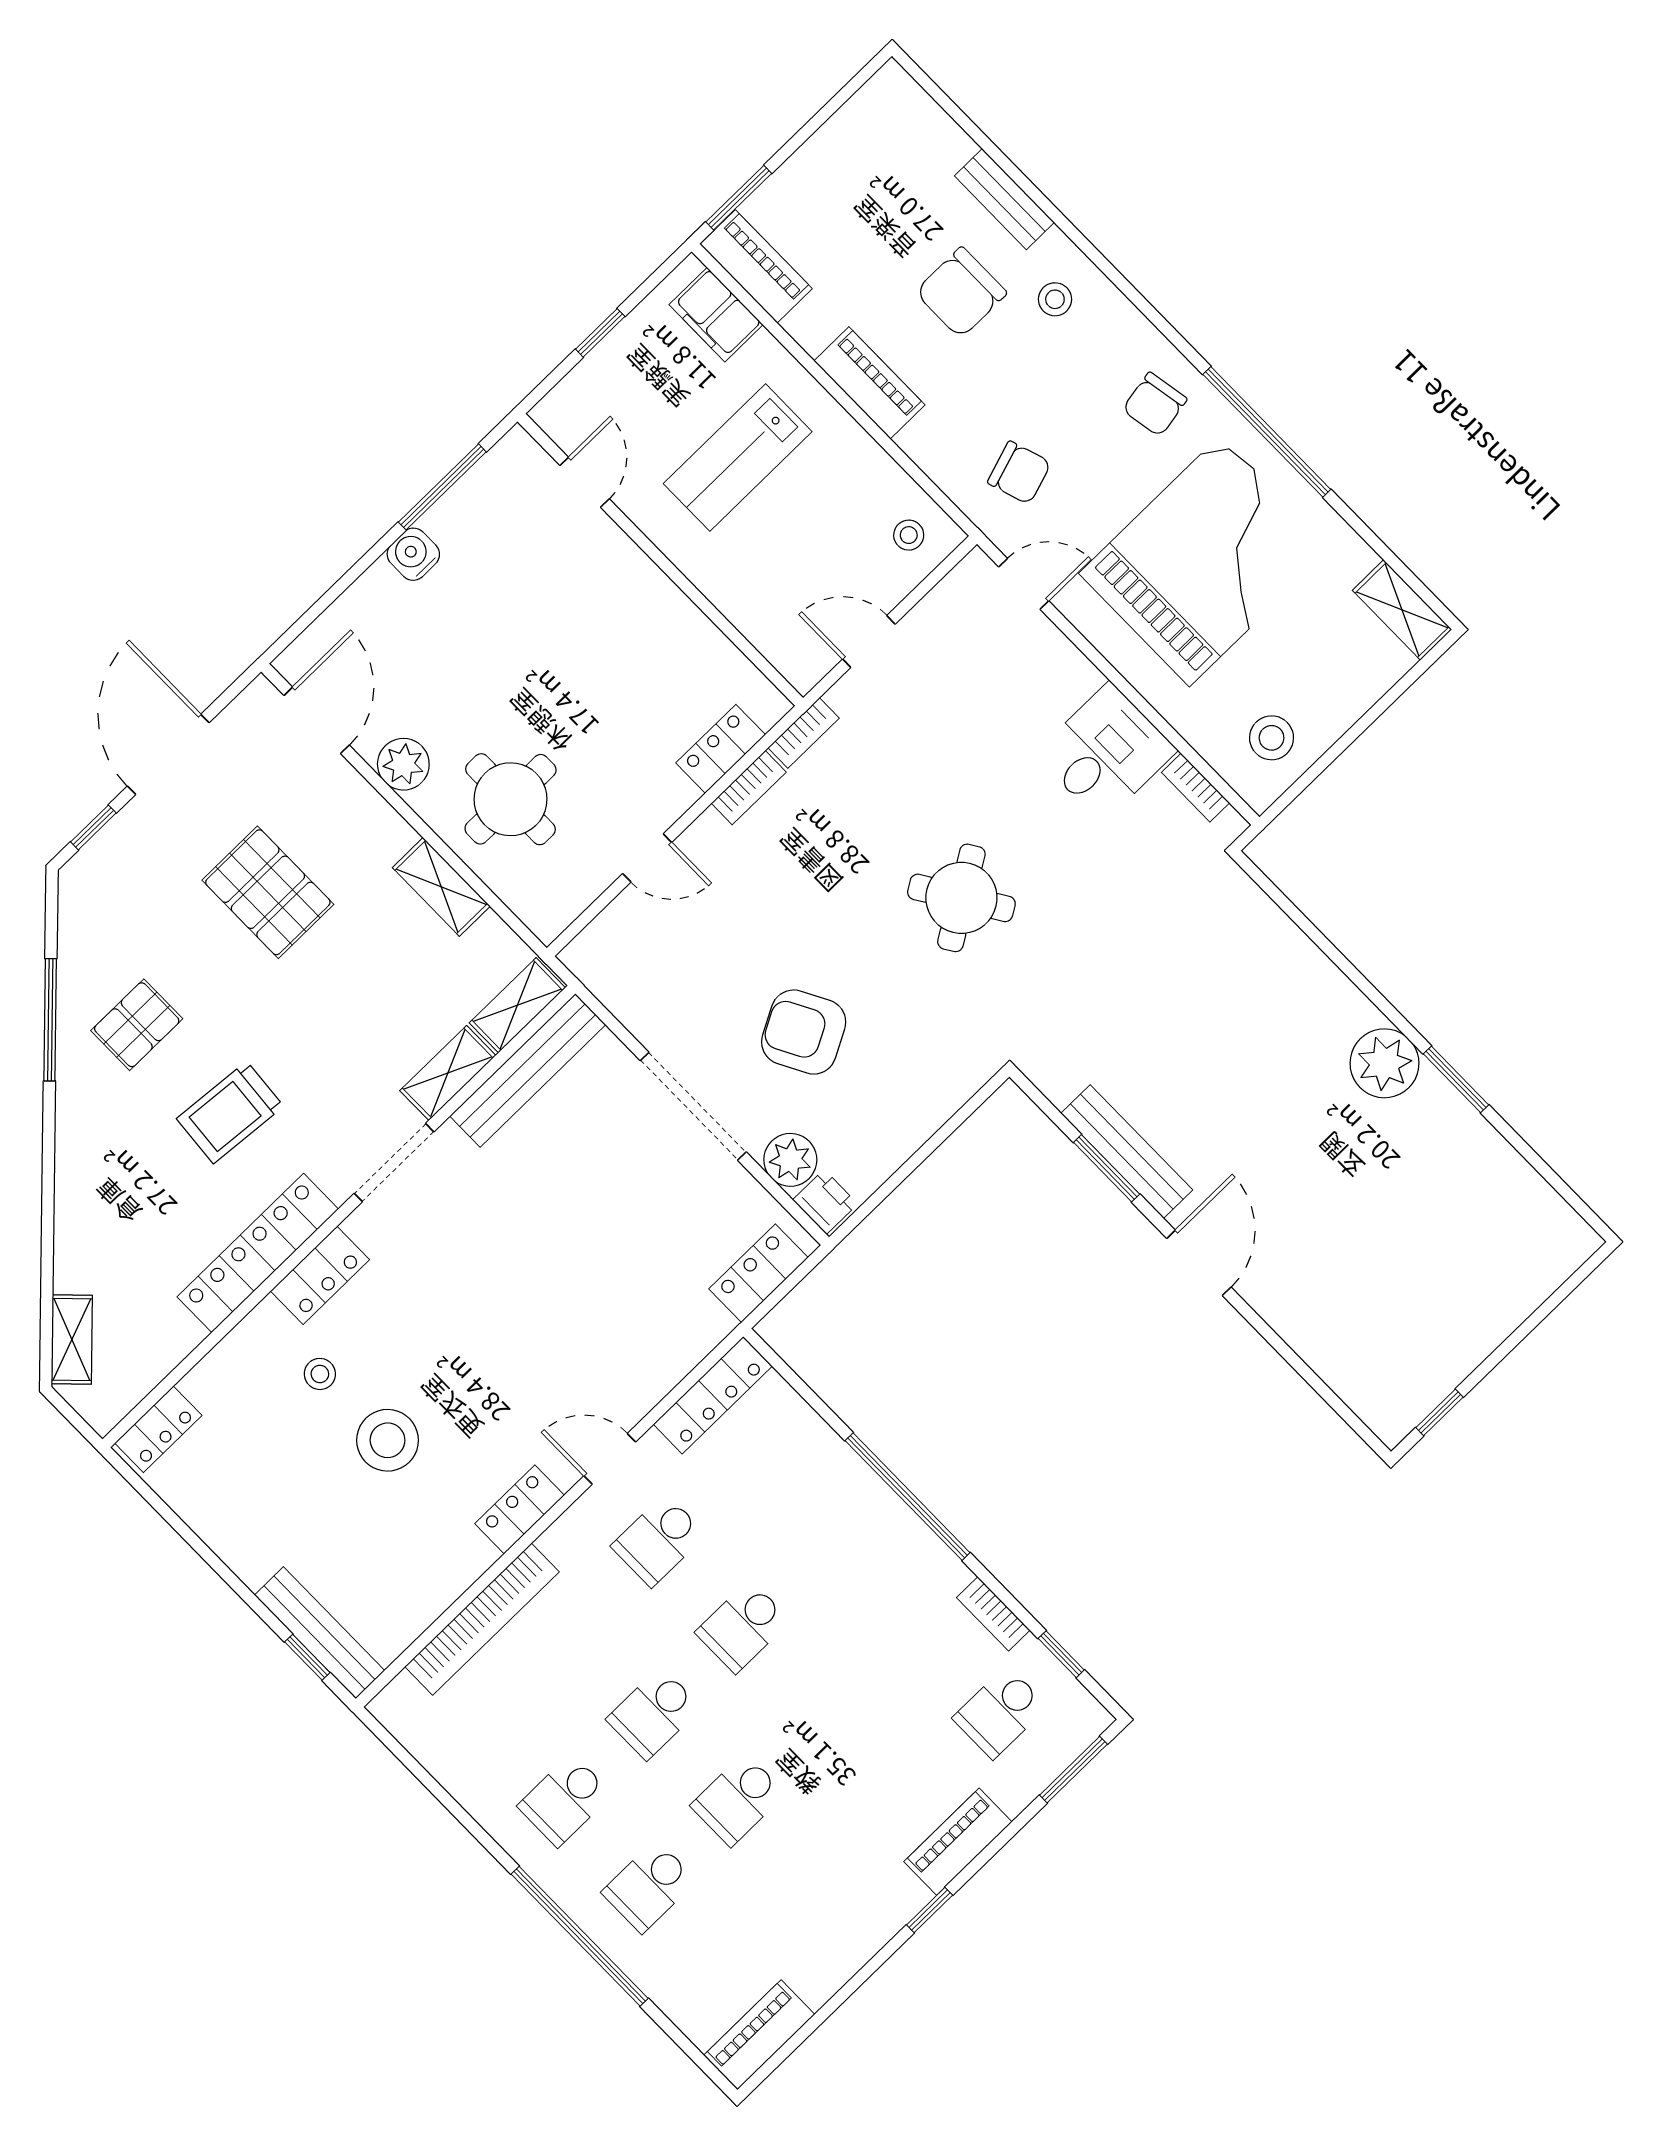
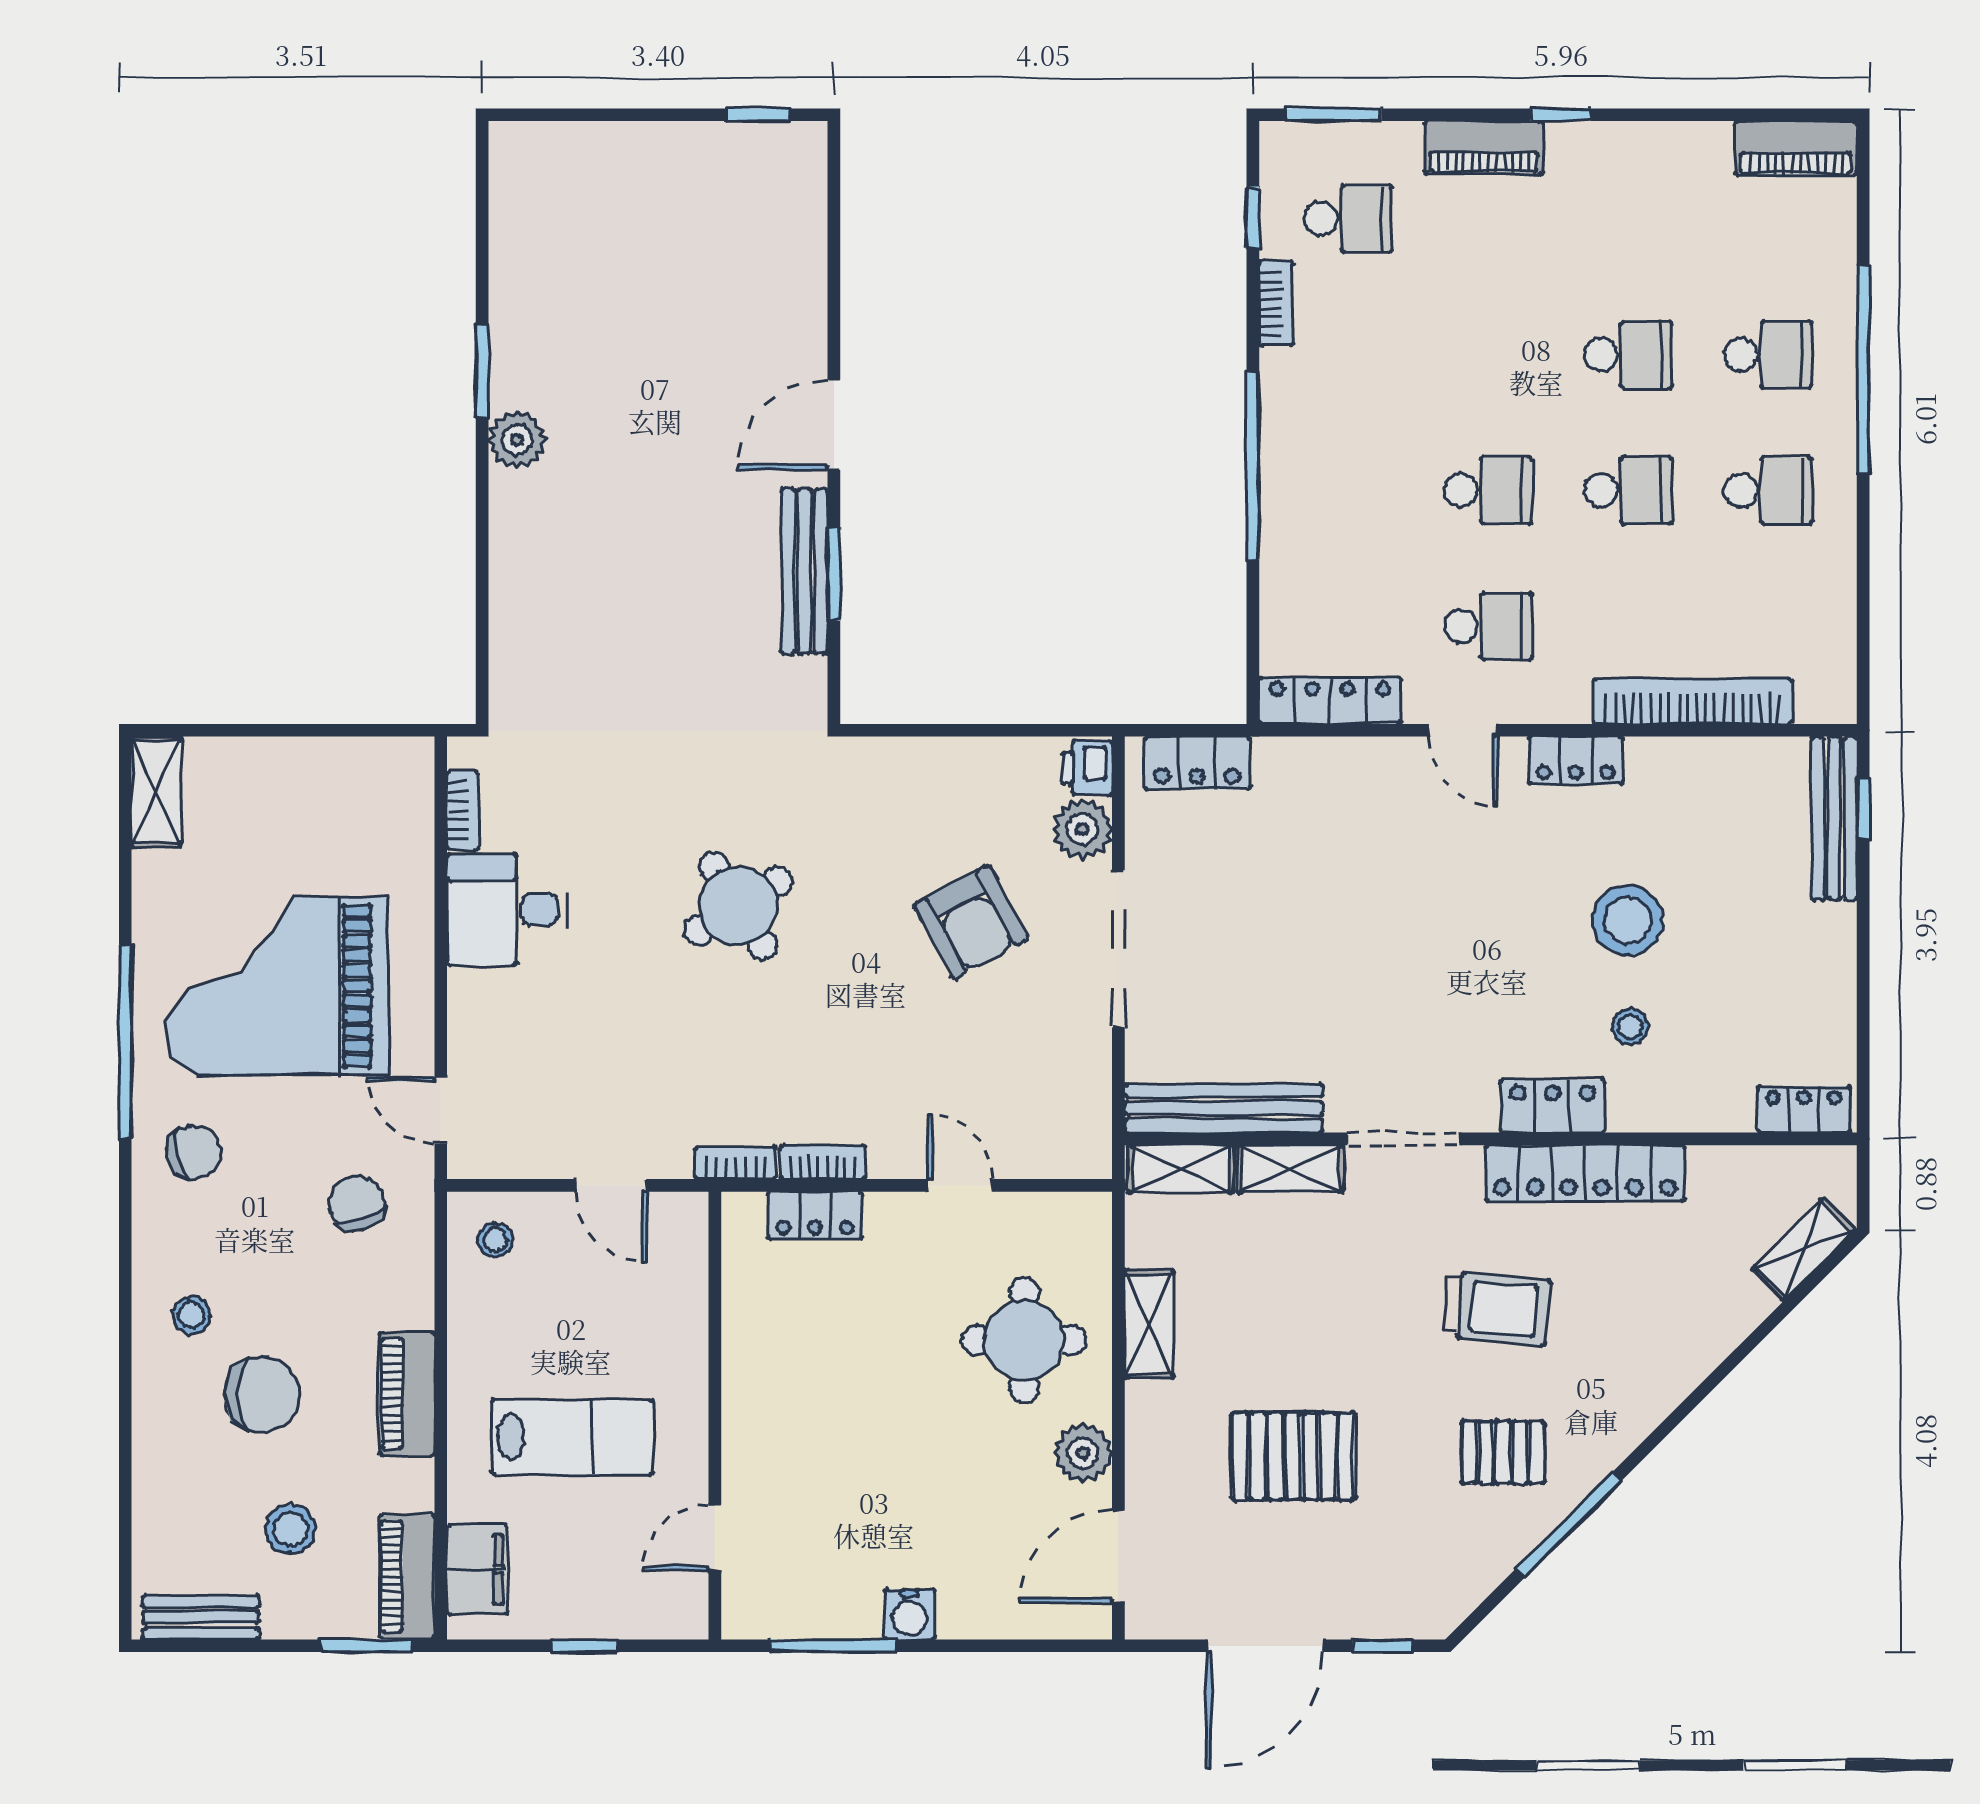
bench: (1004, 199) -> (201, 1617), moved, turned 90
stool: (1272, 738) -> (290, 1529), moved
pallet: (268, 892) -> (1293, 1456), turned 90
plant: (1384, 1063) -> (517, 440), width x0.73, depth x0.73

